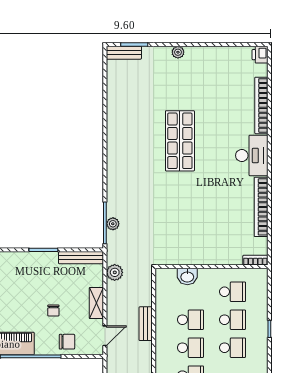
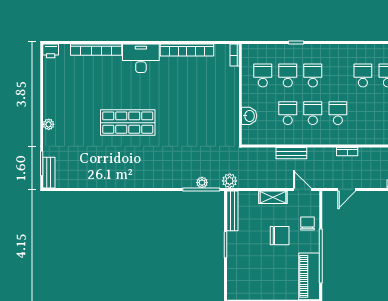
plant: (115, 272) -> (230, 181), moved
chair: (53, 311) -> (280, 236), width x1.87, depth x1.87

